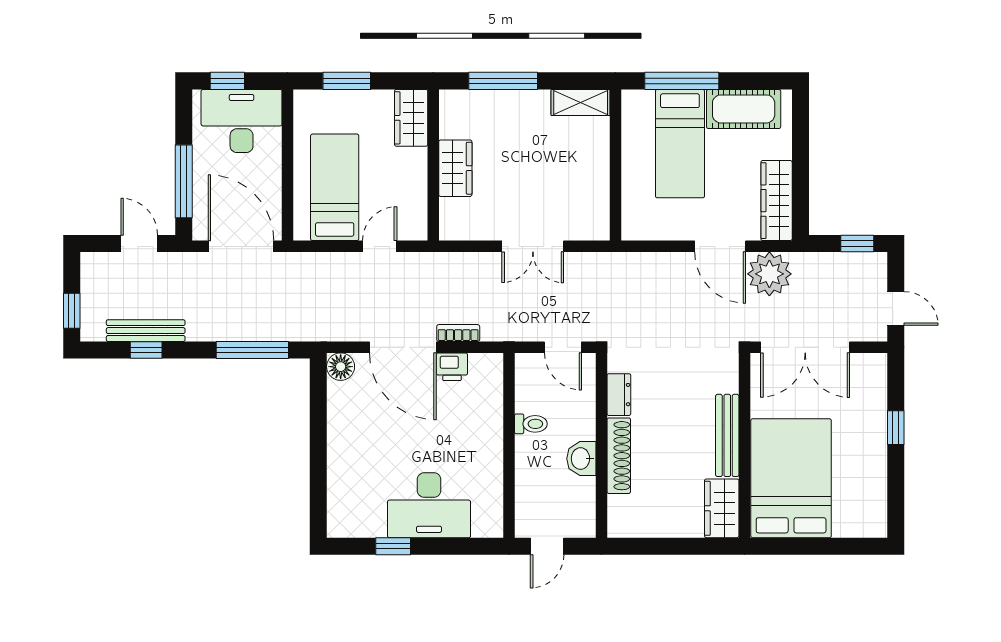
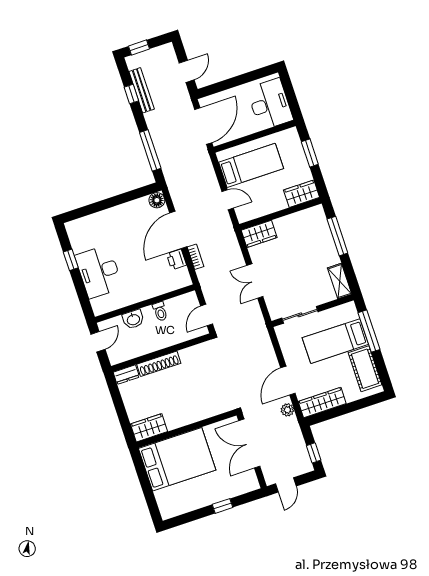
window: (227, 81) -> (289, 90), removed
wardrobe: (455, 168) -> (259, 234), moved
window: (184, 181) -> (228, 84), removed
sliding door: (615, 189) -> (300, 315), added
plant: (769, 274) -> (287, 410), width x0.53, depth x0.53
dresser: (619, 395) -> (126, 375), moved
bench: (727, 435) -> (189, 418), removed
washbasin: (581, 459) -> (133, 319), moved, turned 180
door: (547, 546) -> (98, 342), swing flipped

